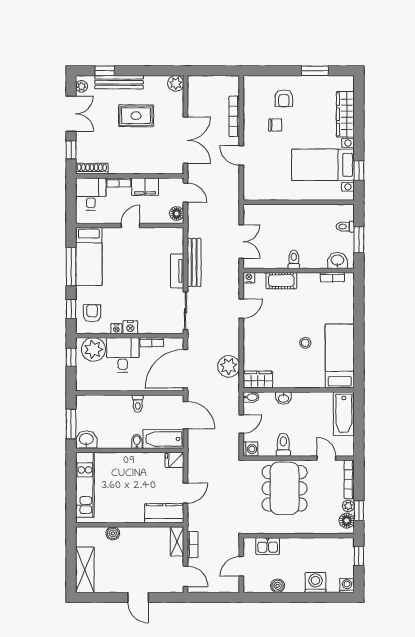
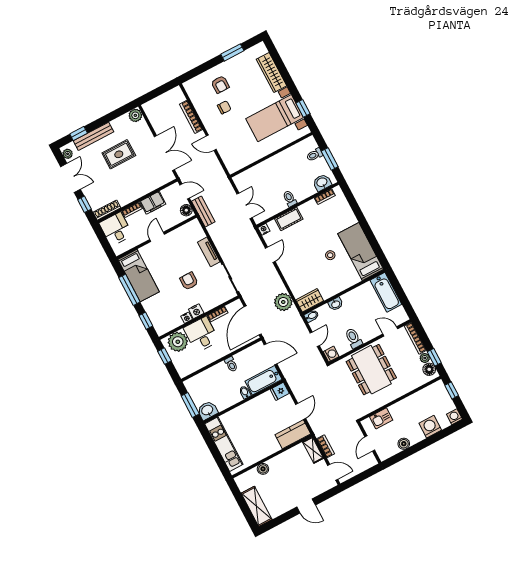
bench: (194, 262) -> (203, 212), moved, width x0.73
armchair: (92, 313) -> (189, 281), moved

